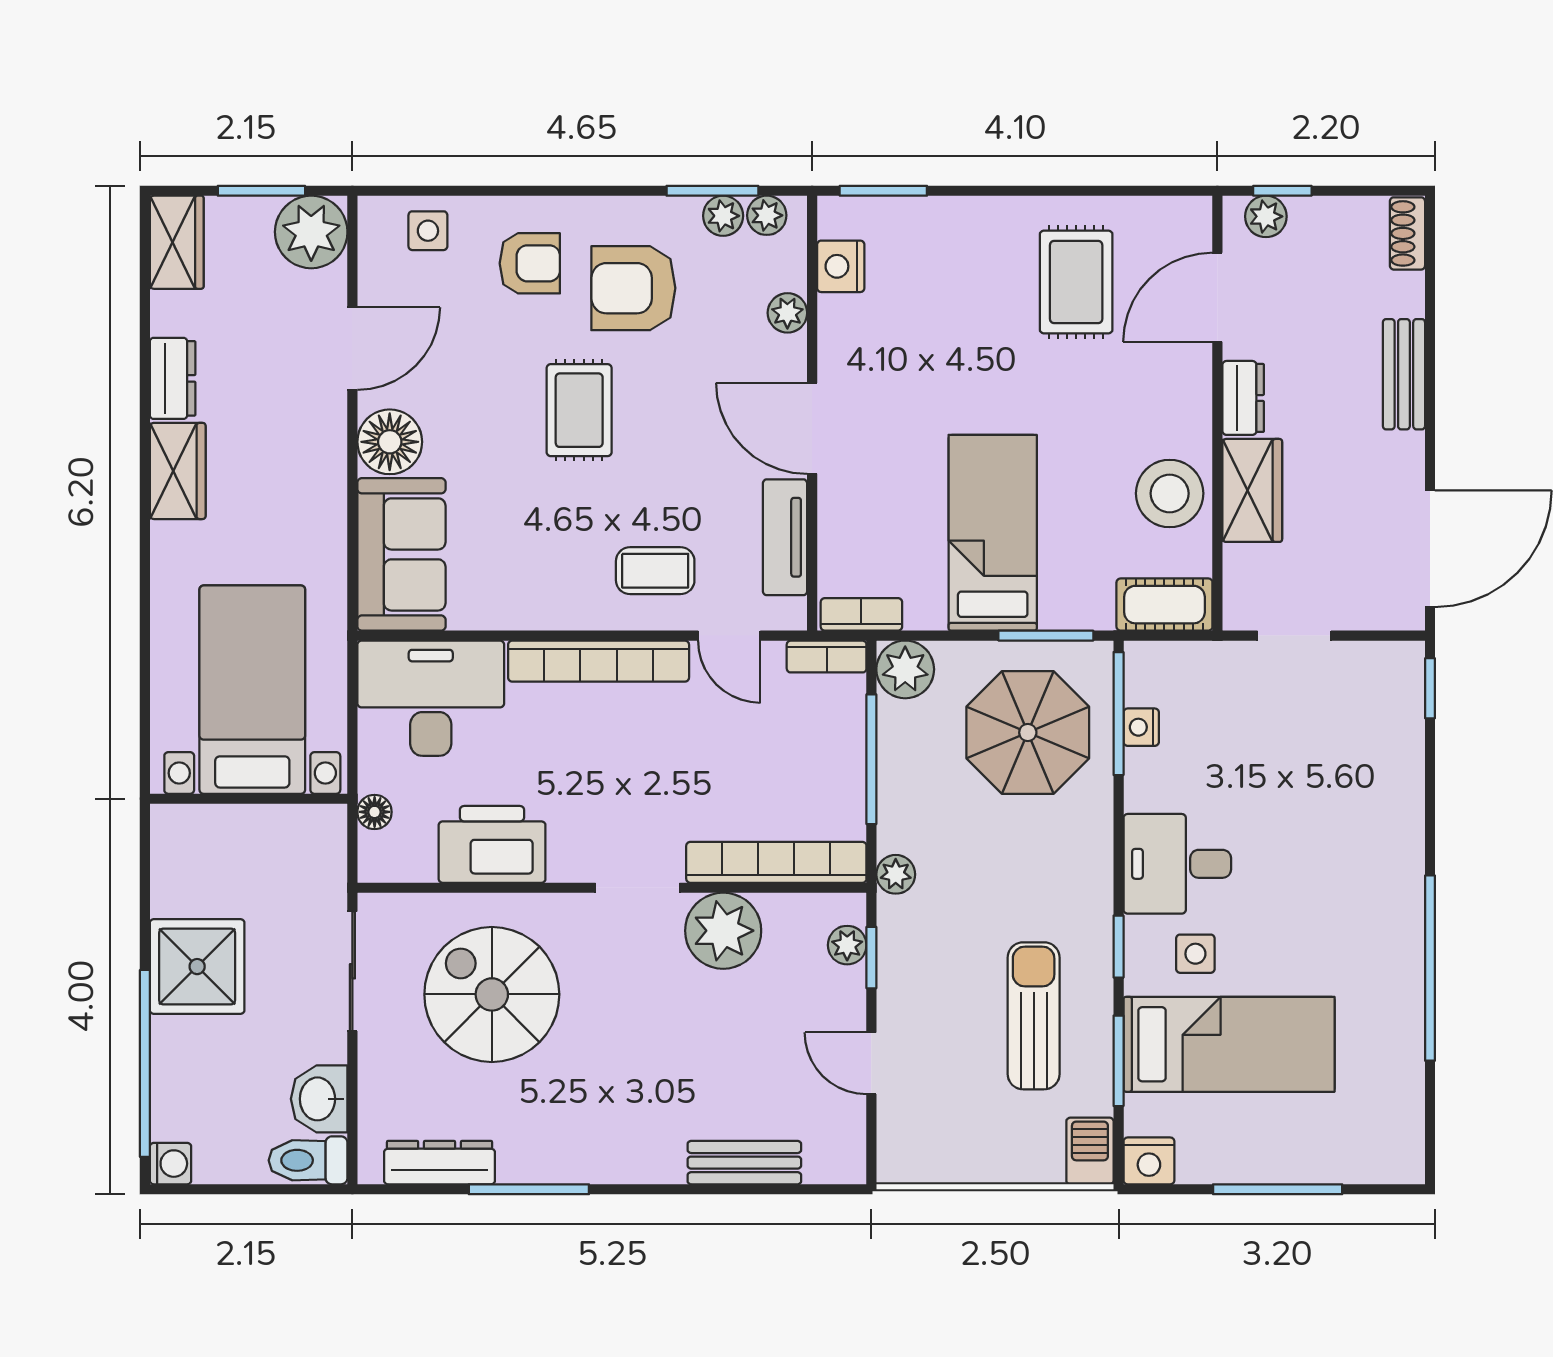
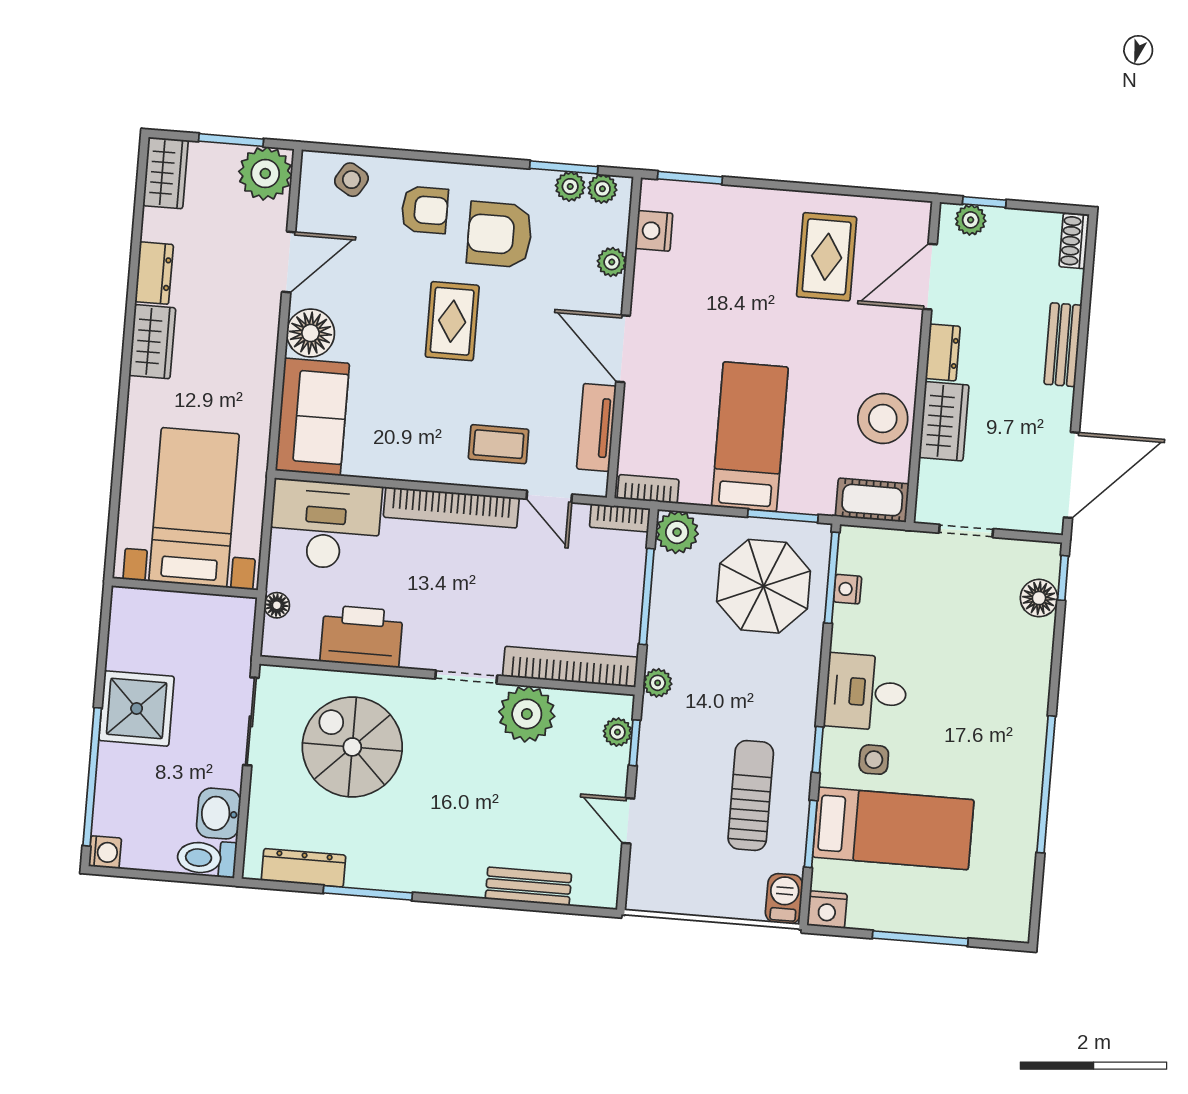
side table: (428, 231) -> (351, 180), turned 31
floor lamp: (1400, 718) -> (1039, 598), added

